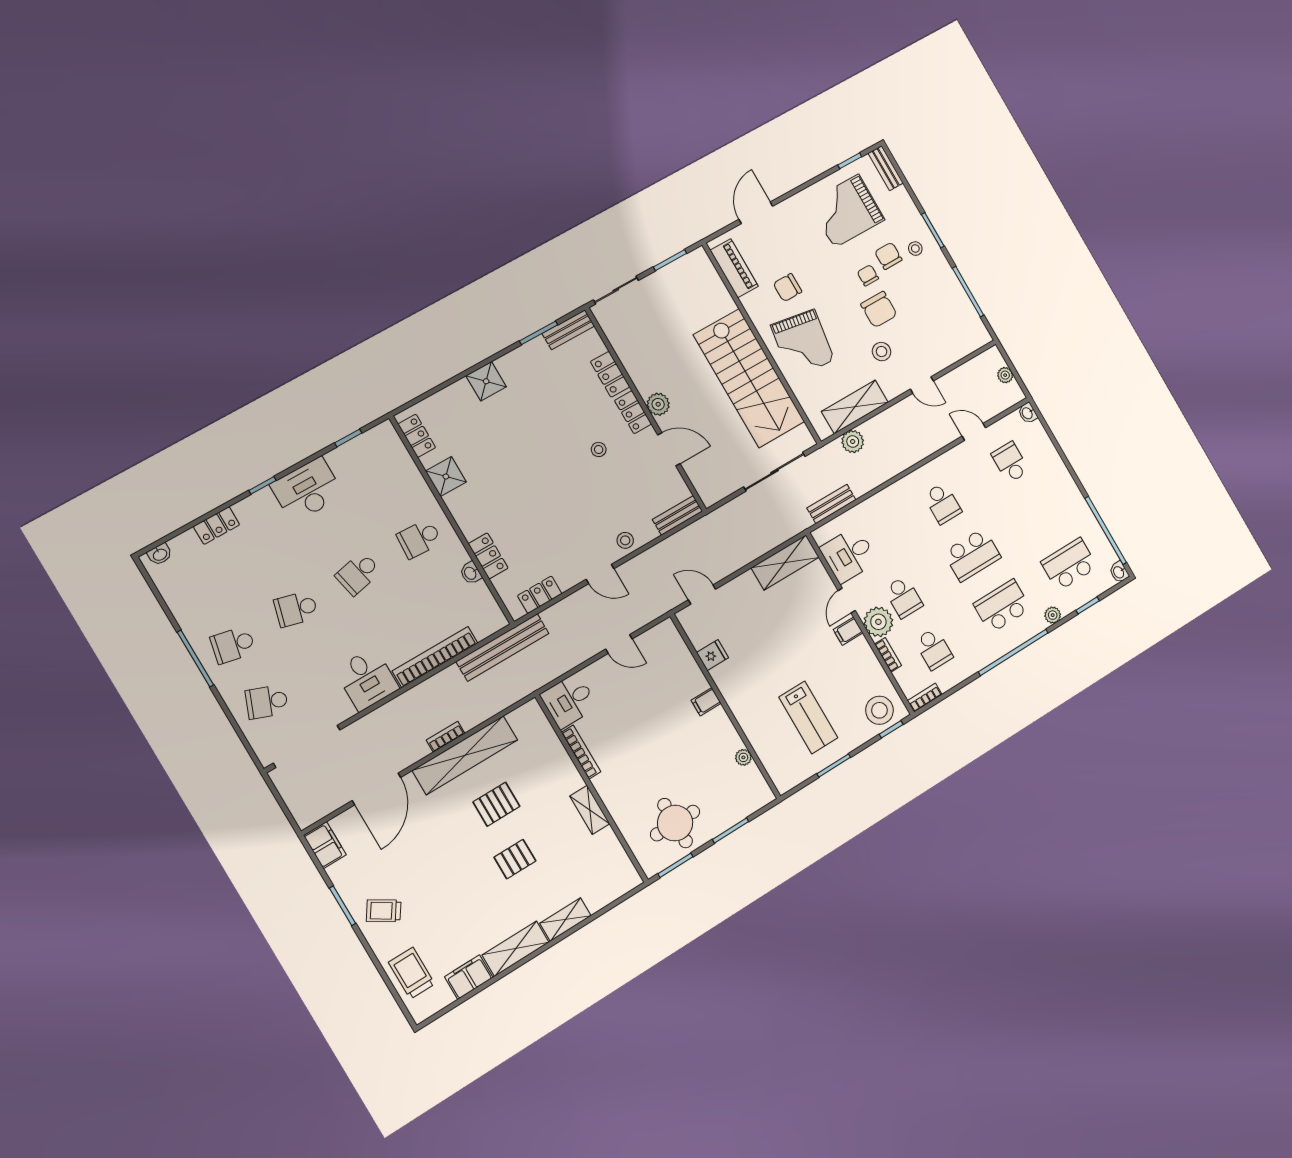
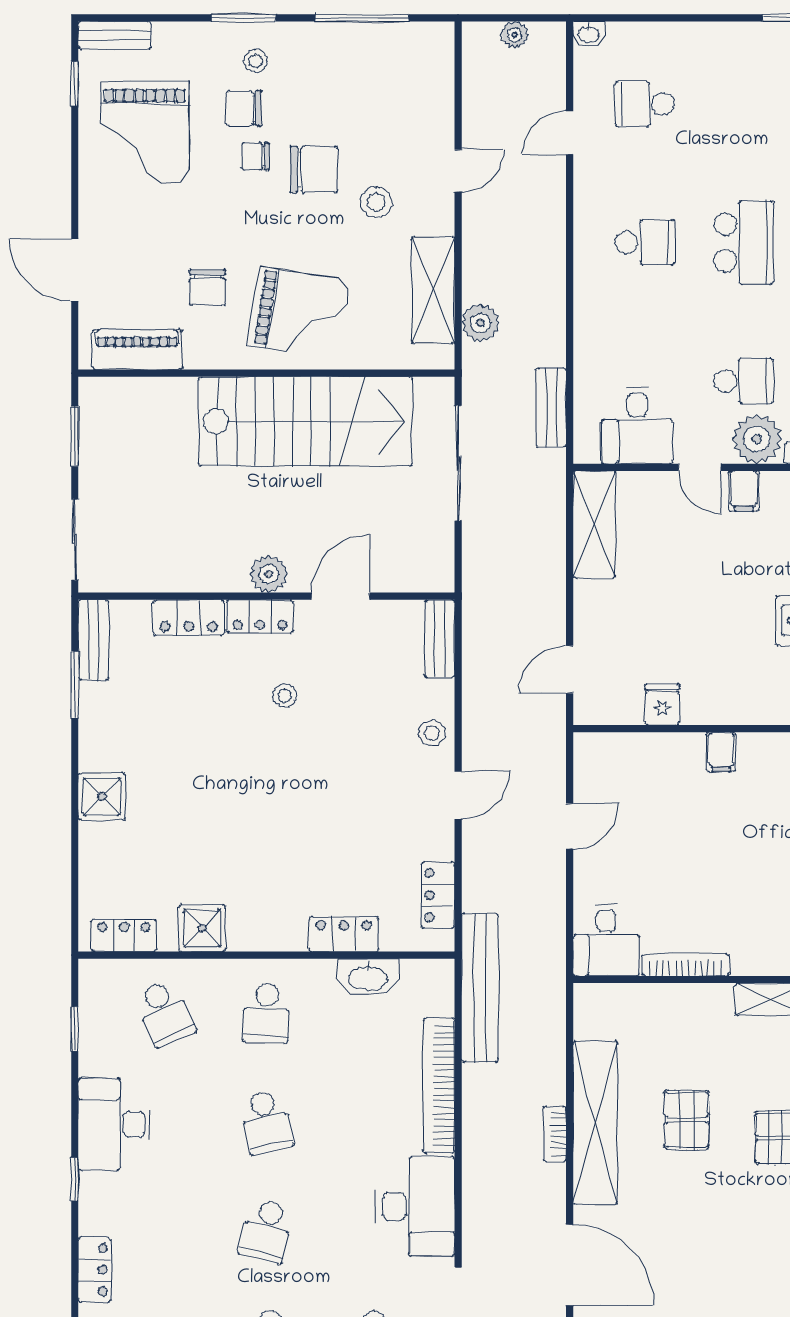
school desk: (386, 483) -> (165, 1013), added
washbasin: (471, 573) -> (368, 977), width x1.91, depth x1.45
desk: (367, 679) -> (415, 1206), width x1.37

